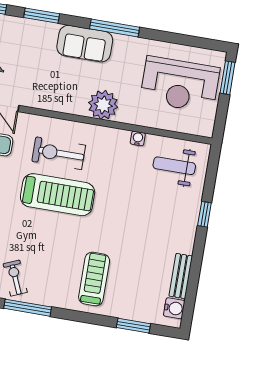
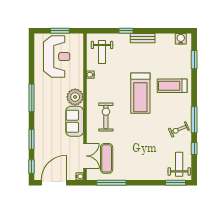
sofa: (85, 44) -> (75, 121), moved, turned 180
window: (228, 78) -> (60, 31), moved
exercise bike: (59, 153) -> (106, 117), turned 180
treadmill: (58, 195) -> (140, 93), moved, turned 180
bench: (181, 276) -> (143, 38), moved

